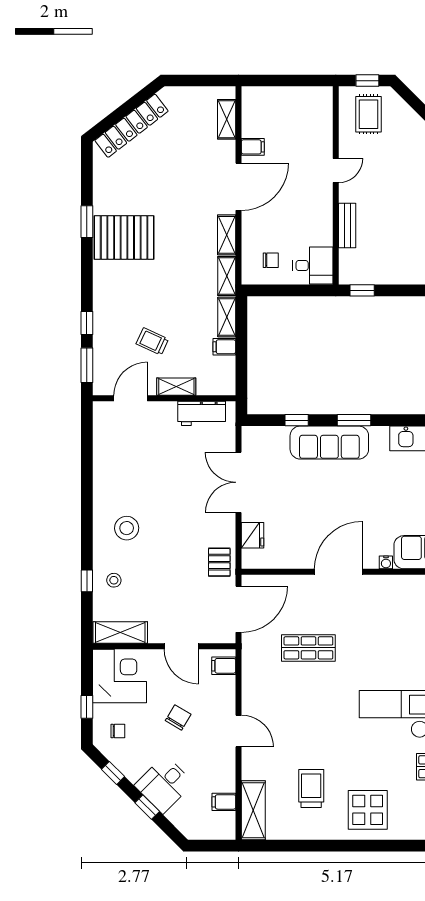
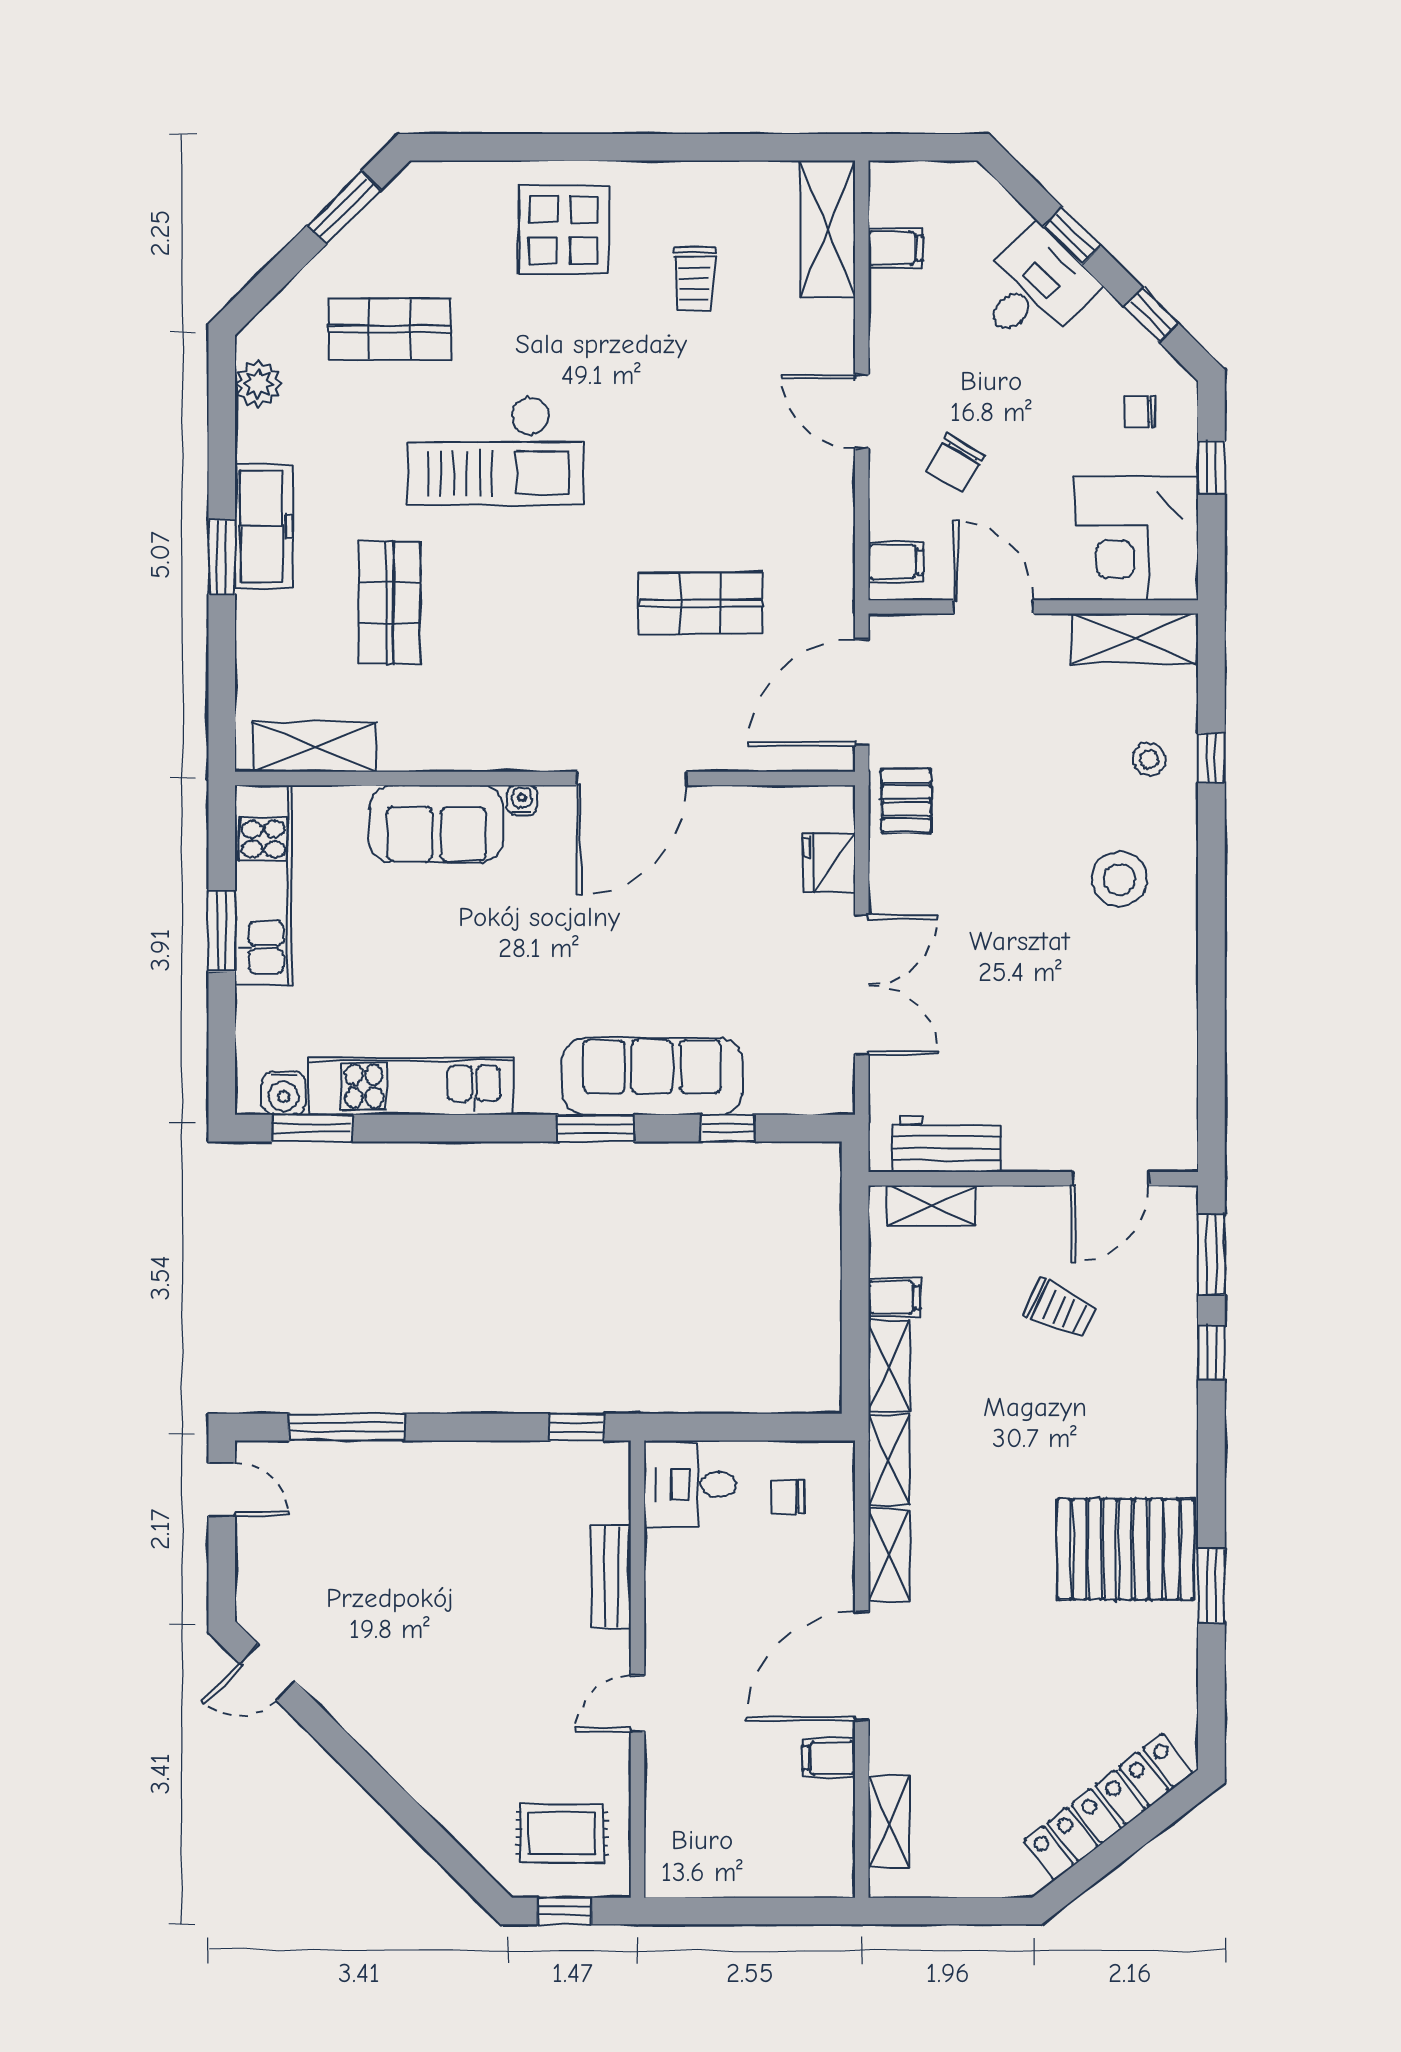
rug: (368, 114) -> (562, 1833), turned 90
shelving: (176, 387) -> (932, 1205), moved
chair: (178, 717) -> (955, 463), moved
trolley: (311, 788) -> (694, 279), width x0.73, depth x0.72

